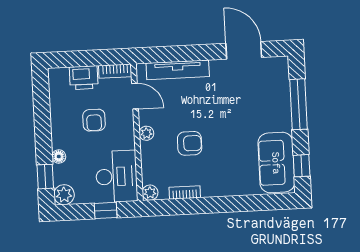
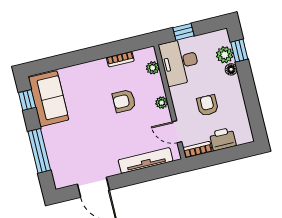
plant: (150, 193) -> (153, 68), moved
plant: (64, 195) -> (225, 55), moved

